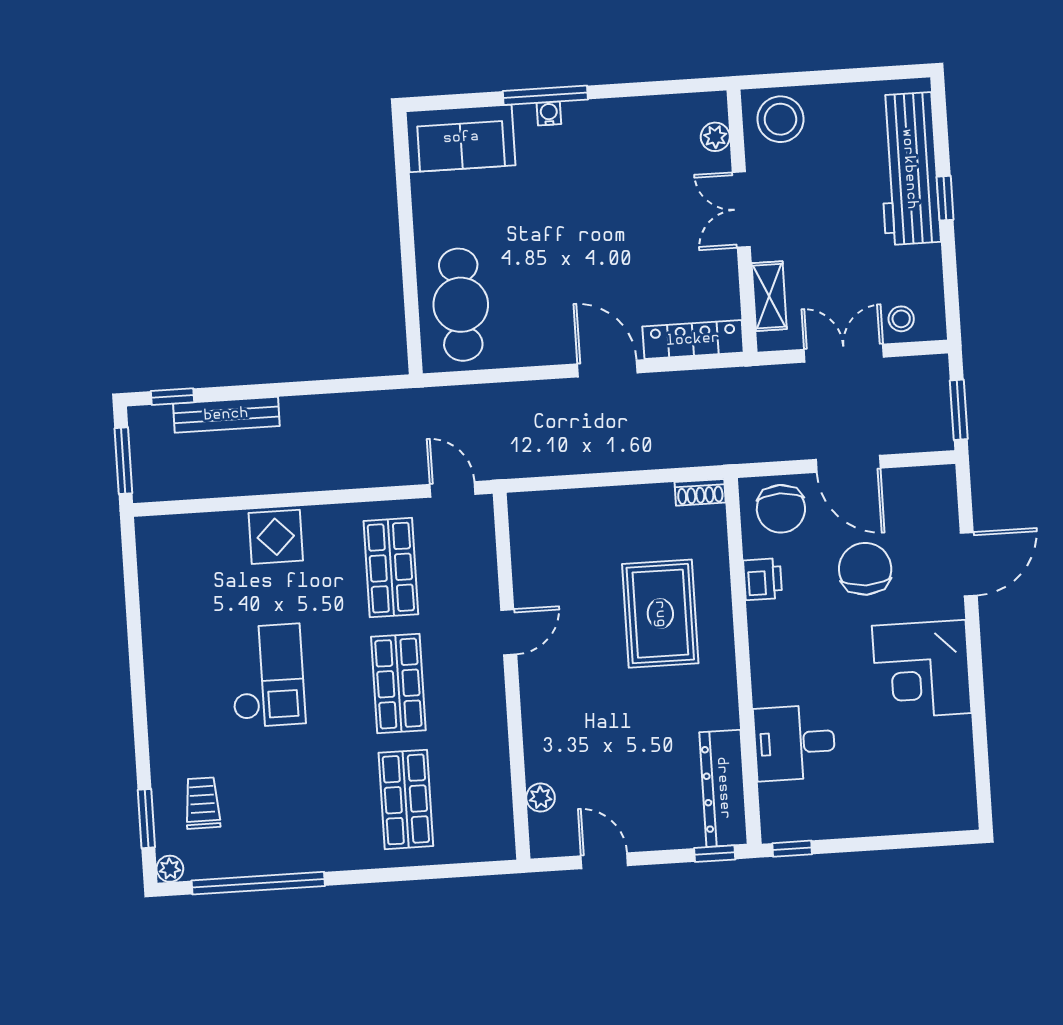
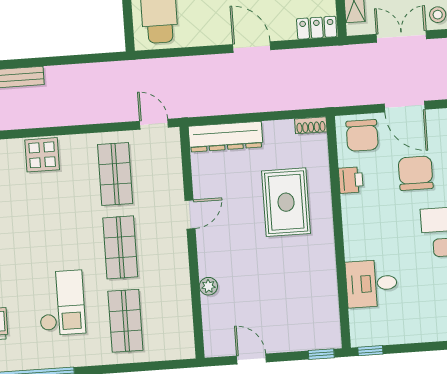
locker: (693, 340) -> (317, 28), width x0.66
checkout: (267, 676) -> (61, 303), moved
dresser: (723, 788) -> (226, 137), moved, turned -90
plant: (541, 798) -> (208, 286), moved

